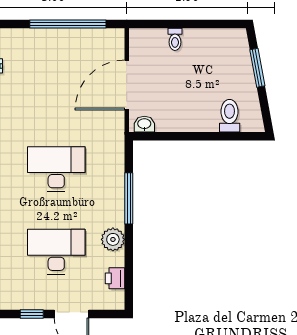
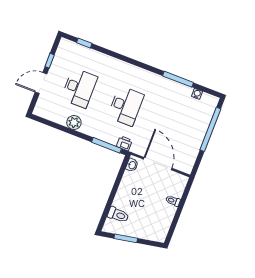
window: (68, 24) -> (210, 129), moved
window: (257, 68) -> (126, 238), moved
window: (129, 198) -> (107, 145), moved
printer: (115, 278) -> (124, 143), moved

